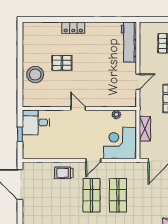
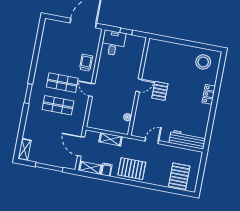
pallet: (62, 63) -> (160, 91), moved
stool: (35, 74) -> (203, 62), moved
door: (138, 82) -> (152, 141), swing flipped
desk: (36, 122) -> (113, 43), moved
corner desk: (119, 143) -> (102, 115), removed

